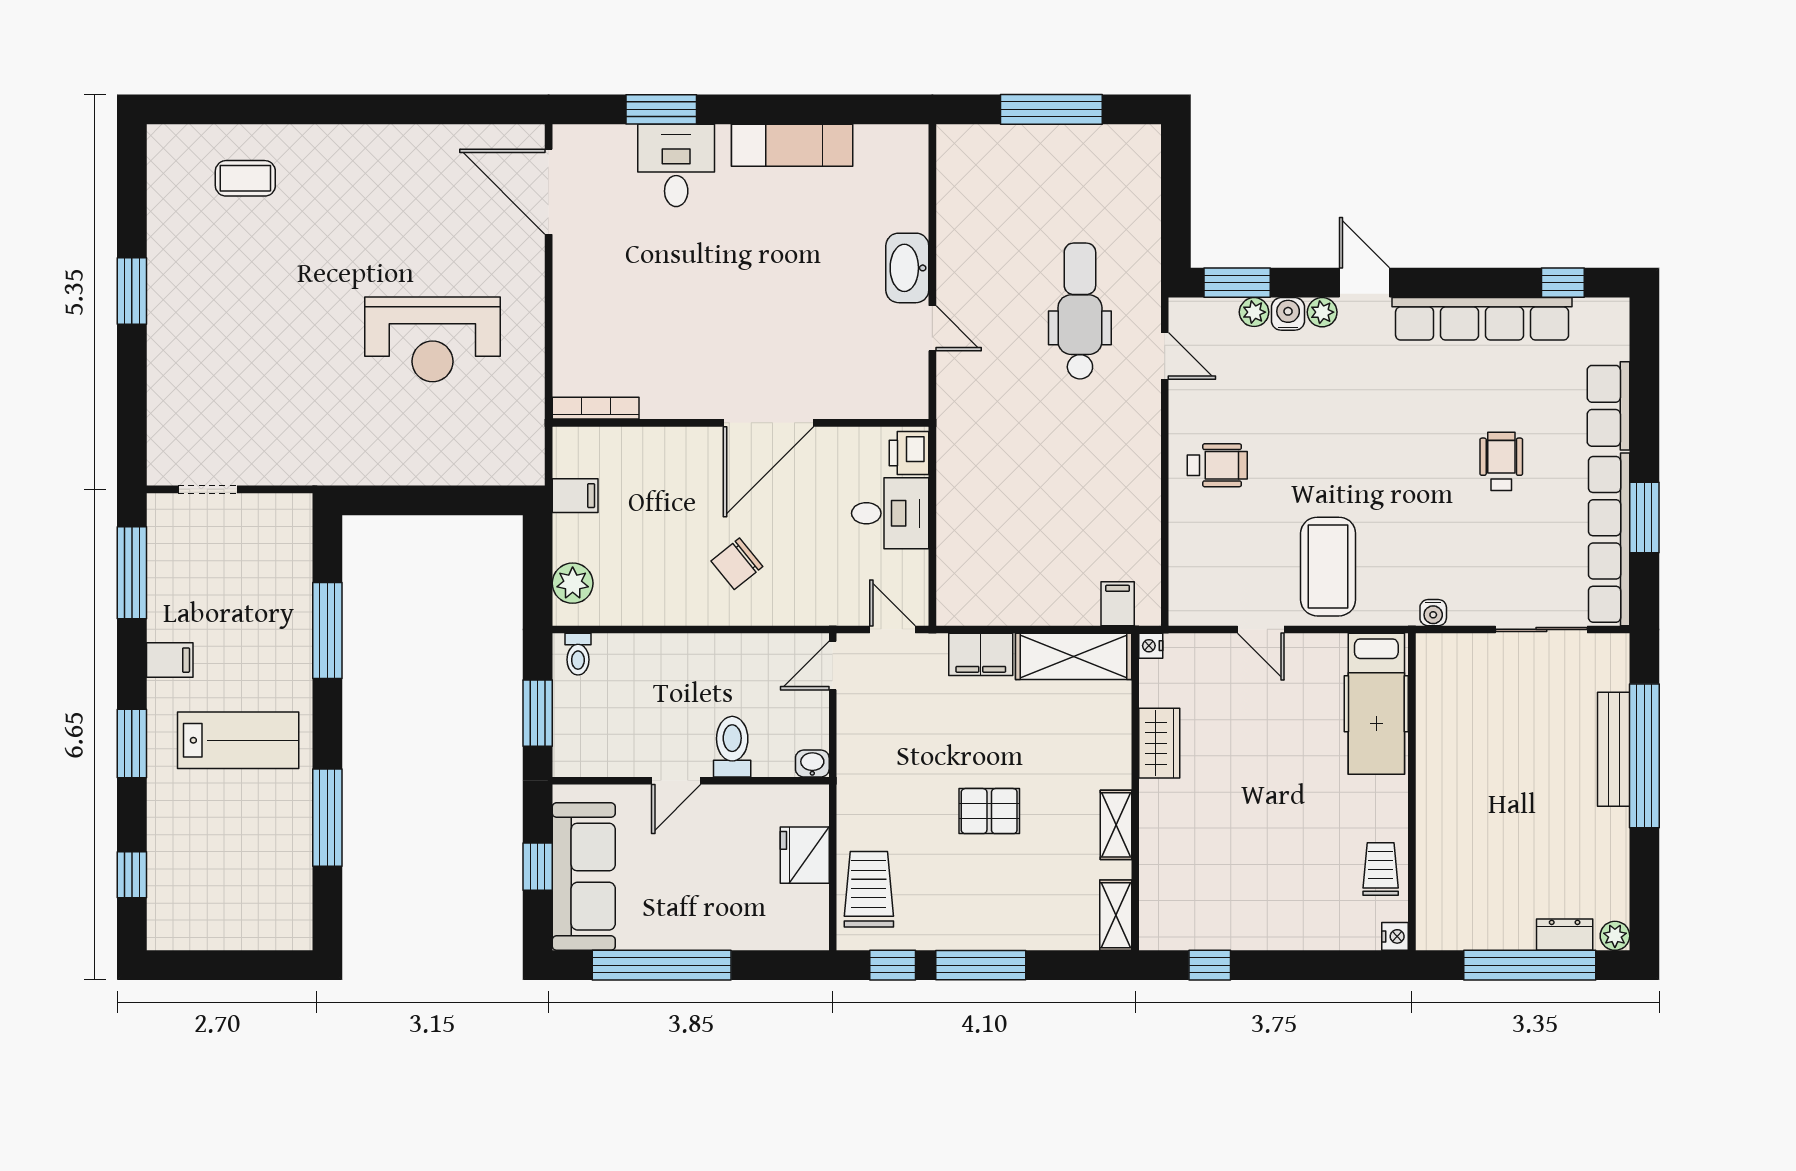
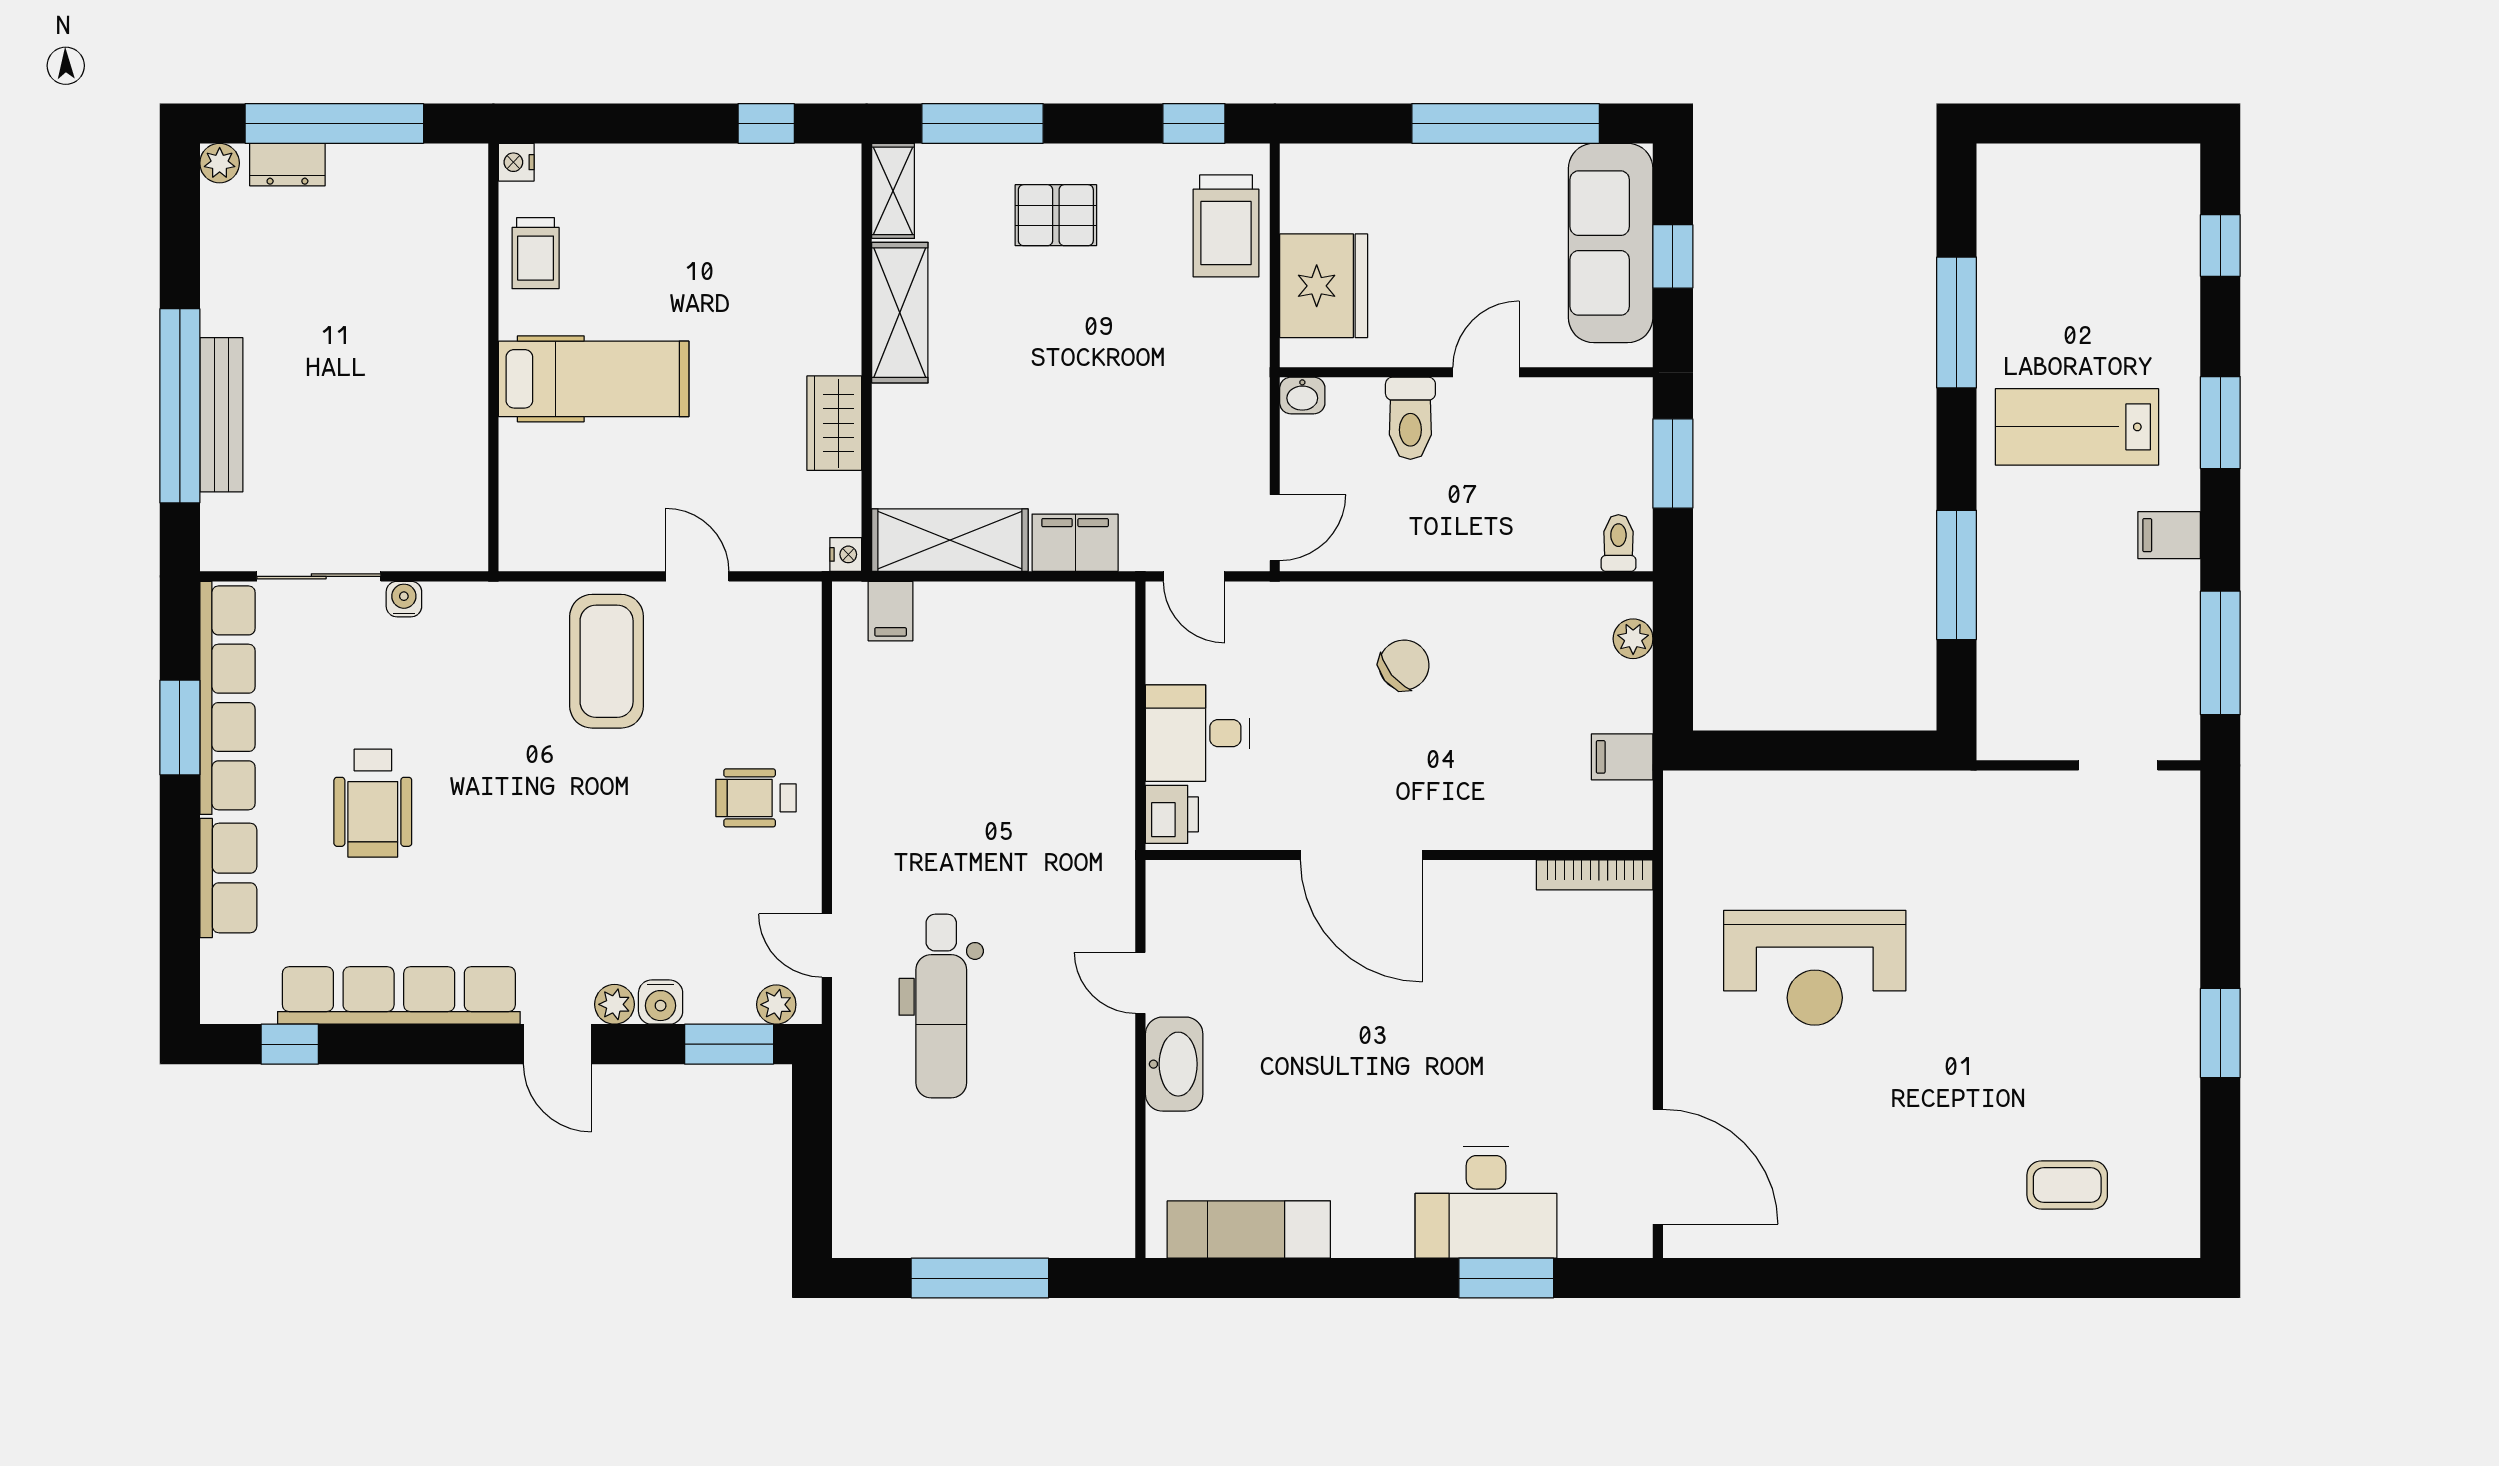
exam couch: (792, 145) -> (1249, 1230), moved
desk: (676, 165) -> (1486, 1202), width x1.37
plant: (1254, 312) -> (776, 1005), moved
reception desk: (432, 339) -> (1815, 968), turned 180
door: (769, 423) -> (1361, 855), swing flipped
wheelchair: (1501, 461) -> (373, 803), width x1.36, depth x1.37
plant: (573, 583) -> (1633, 639), width x0.73, depth x0.73
water cooler: (1433, 613) -> (404, 599), moved
hospital bed: (1376, 704) -> (594, 379), moved, turned 90
pallet: (989, 811) -> (1056, 215), moved
shelving: (1116, 825) -> (900, 313), width x1.50, depth x1.33
fridge: (805, 855) -> (1324, 286), width x1.36, depth x1.34
window: (981, 965) -> (983, 123), moved

